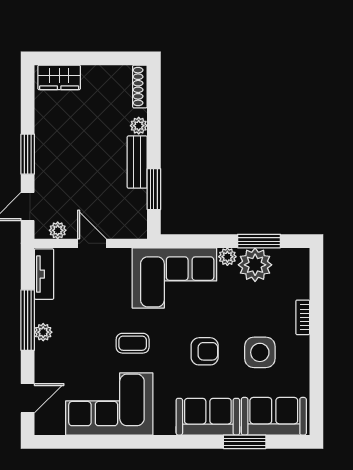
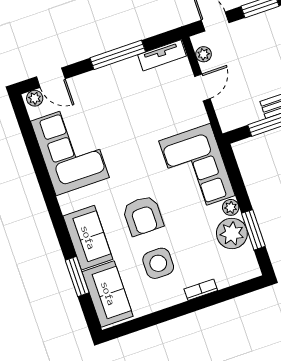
plant: (43, 332) -> (35, 98), moved
coffee table: (133, 343) -> (129, 152), removed
armchair: (205, 351) -> (143, 216), width x1.38, depth x1.38

